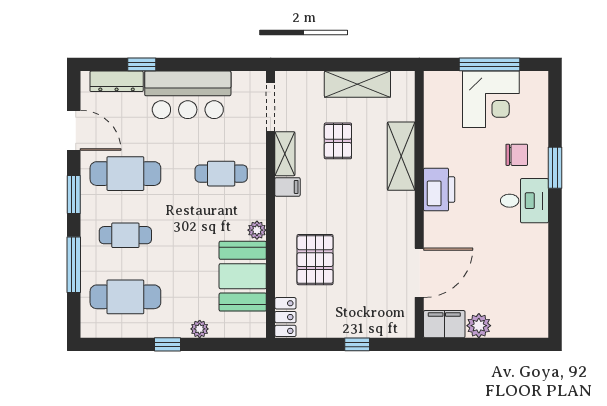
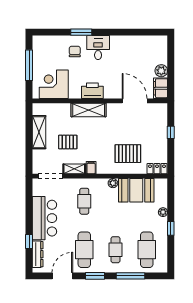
corner desk: (491, 99) -> (54, 84), moved, turned -90
shelving: (401, 156) -> (89, 110), moved

